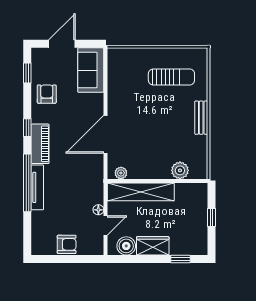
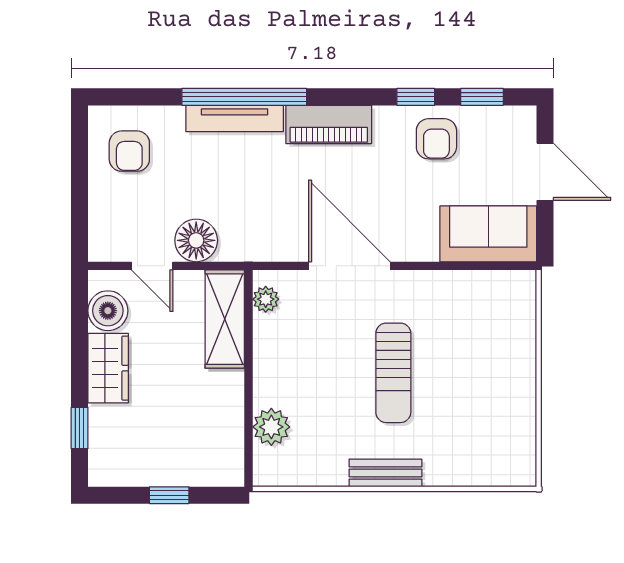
sun lounger: (171, 77) -> (393, 373), moved
armchair: (47, 94) -> (436, 139), turned 90
window: (27, 128) -> (416, 97), moved
shelving: (141, 192) -> (225, 319), width x0.68
floor lamp: (98, 210) -> (196, 240), width x1.89, depth x1.89
armchair: (67, 244) -> (129, 151), moved

